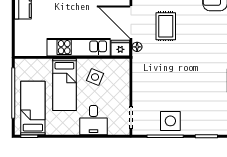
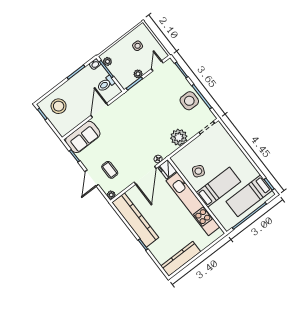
rug: (166, 26) -> (131, 151), removed
kitchen unit: (79, 47) -> (193, 204), width x1.36
plant: (143, 83) -> (179, 137), added
desk: (93, 120) -> (227, 151), removed

